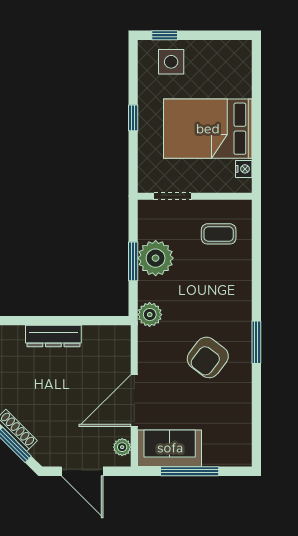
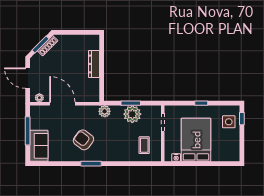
sofa: (170, 448) -> (39, 146), moved
door: (82, 471) -> (28, 78), hinge flipped

